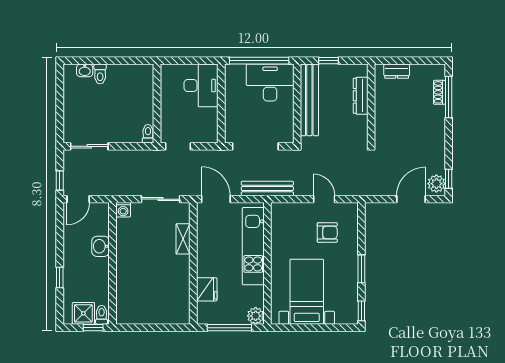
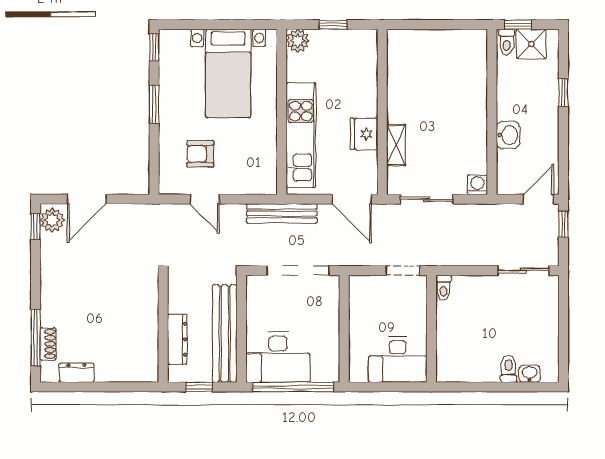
dresser: (397, 71) -> (77, 373), moved
desk: (201, 85) -> (398, 359), moved, turned -90
dresser: (361, 96) -> (177, 339), moved
wall: (371, 103) -> (163, 329), moved
fridge: (207, 289) -> (364, 134), moved
window: (229, 328) -> (333, 25), width x0.46

